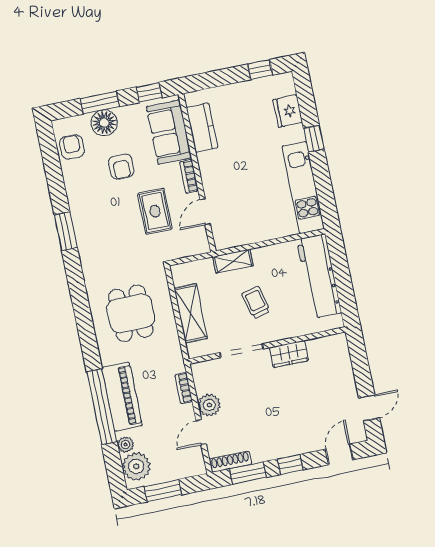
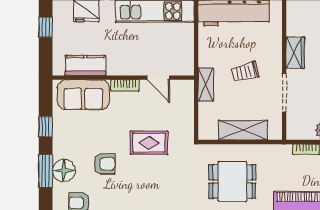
kitchen counter: (202, 128) -> (85, 65), moved
sofa: (169, 132) -> (83, 95), moved
wall: (197, 173) -> (123, 78), moved
bookcase: (189, 176) -> (125, 85), moved
door: (205, 212) -> (158, 78), moved

